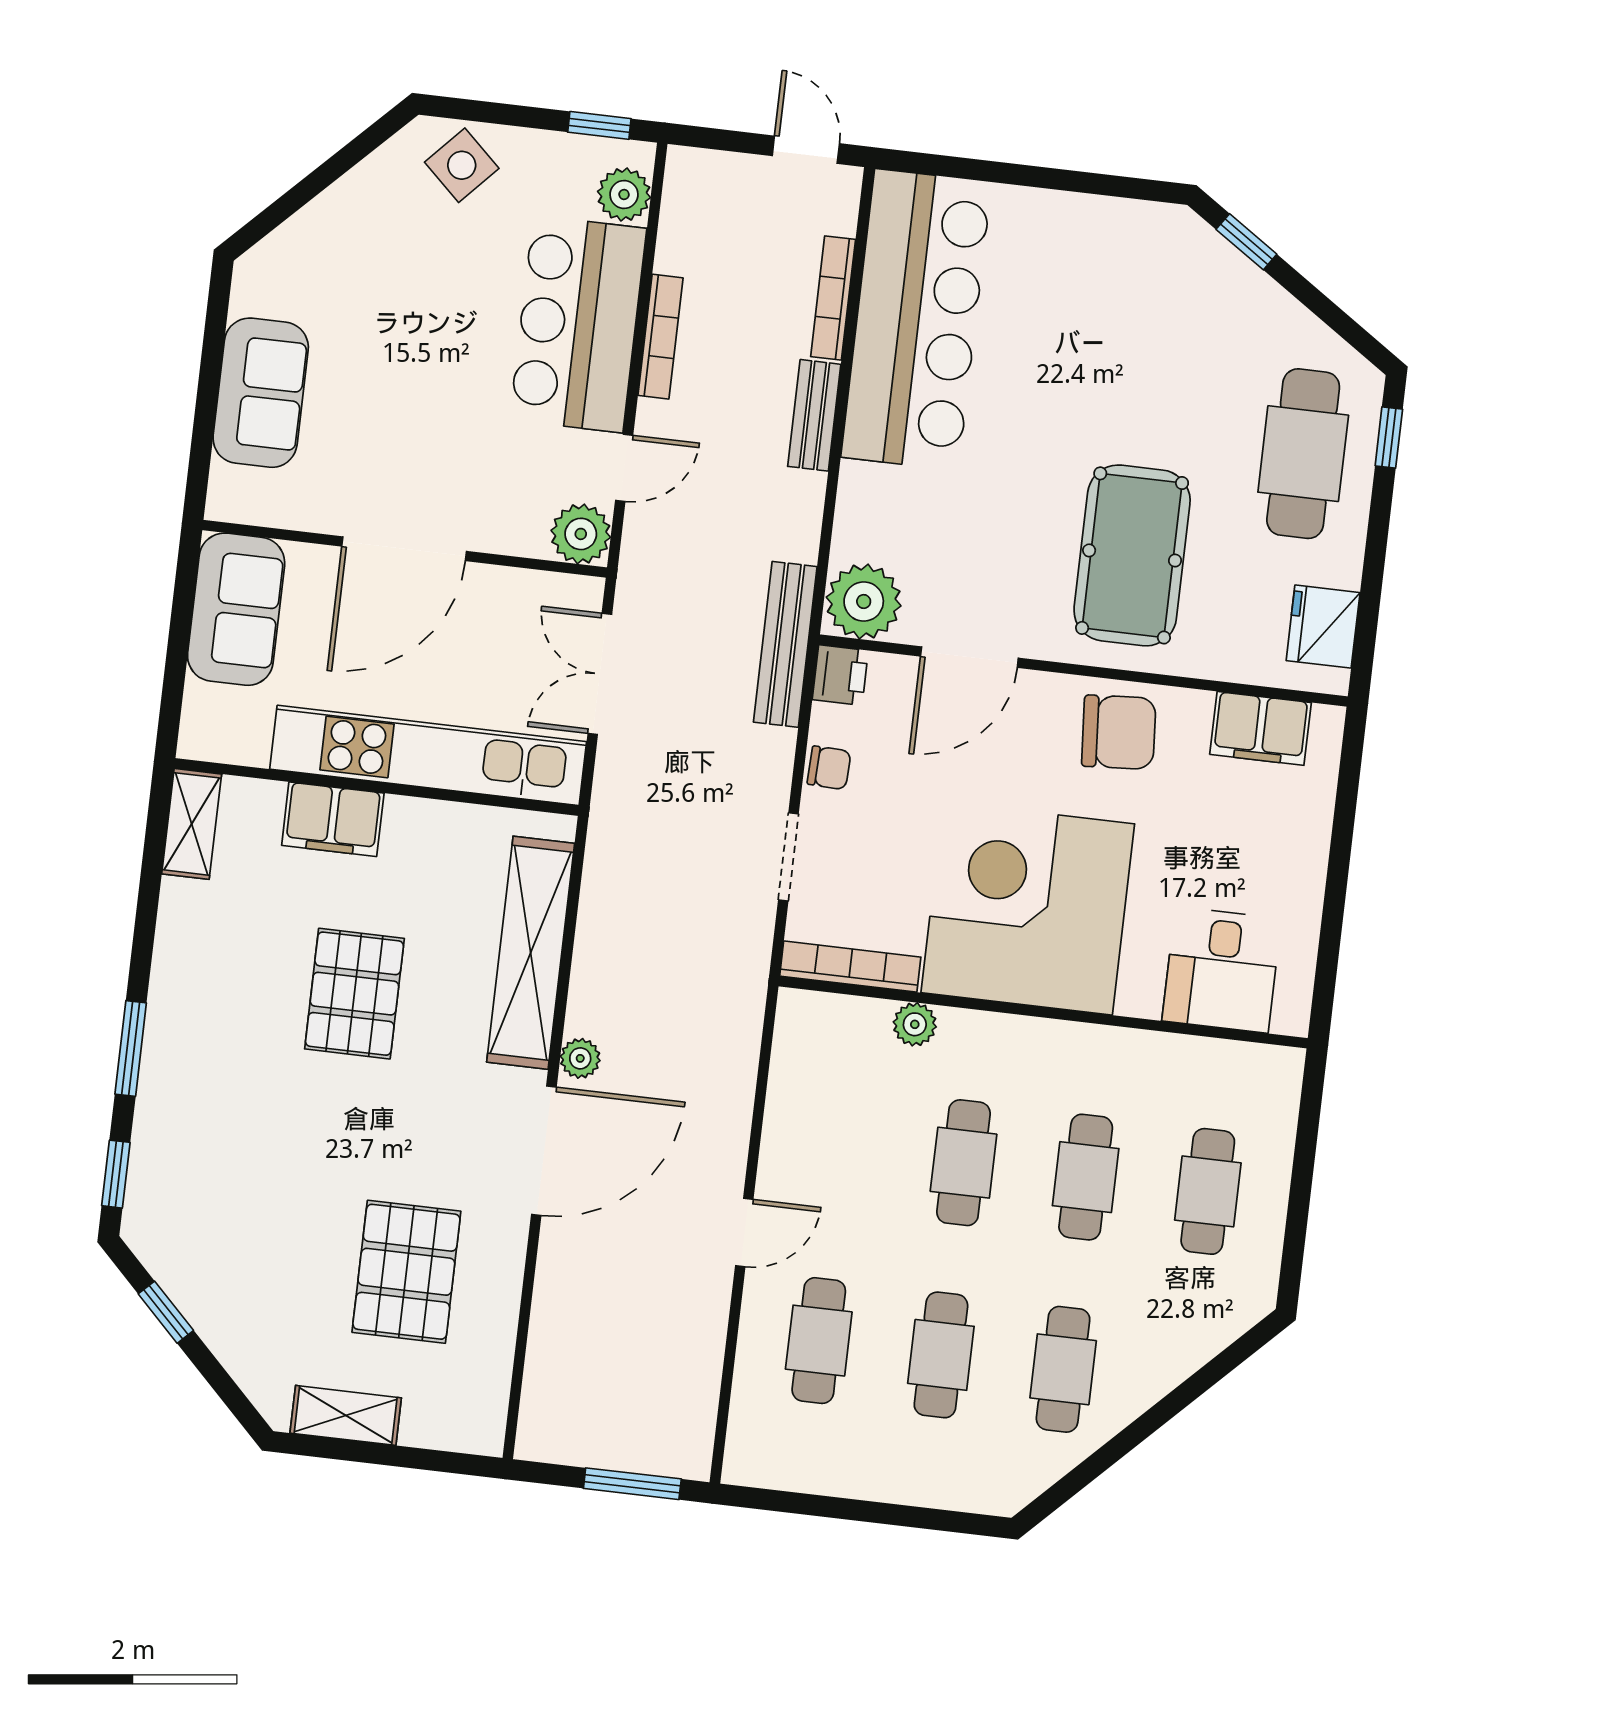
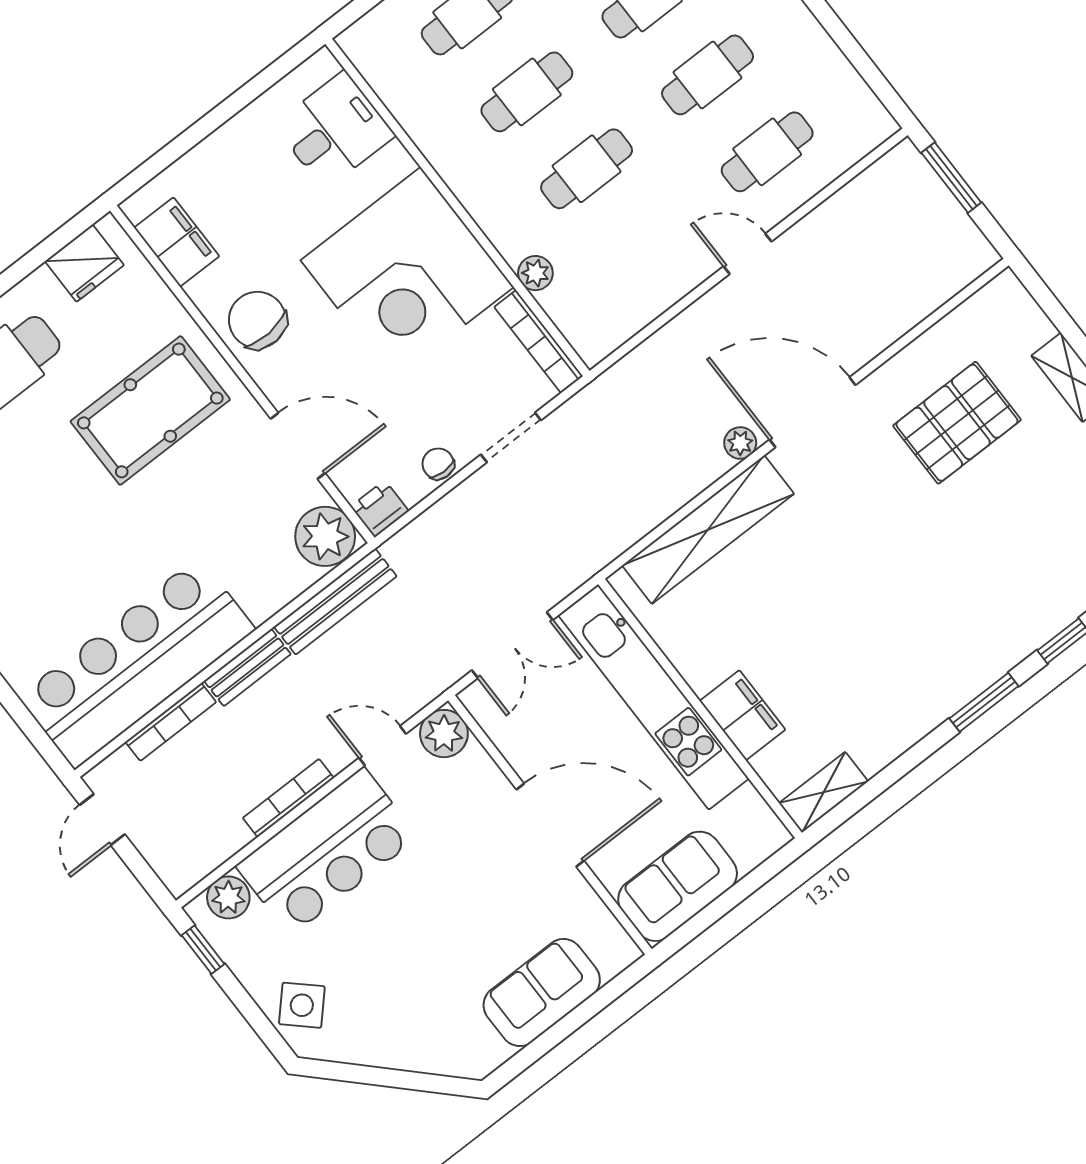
bench: (785, 644) -> (335, 601), moved
pallet: (354, 994) -> (829, 606), removed

